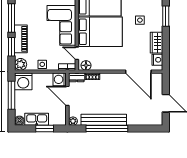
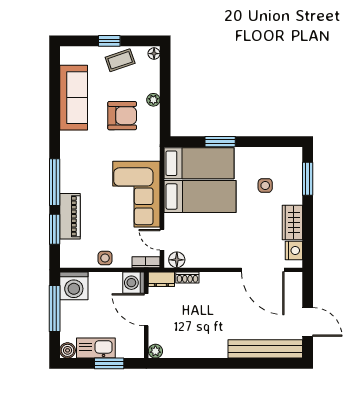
bed: (100, 32) -> (200, 197), width x0.67
plant: (21, 64) -> (70, 258), removed
bench: (104, 120) -> (265, 349), moved
window: (107, 129) -> (211, 363), removed

